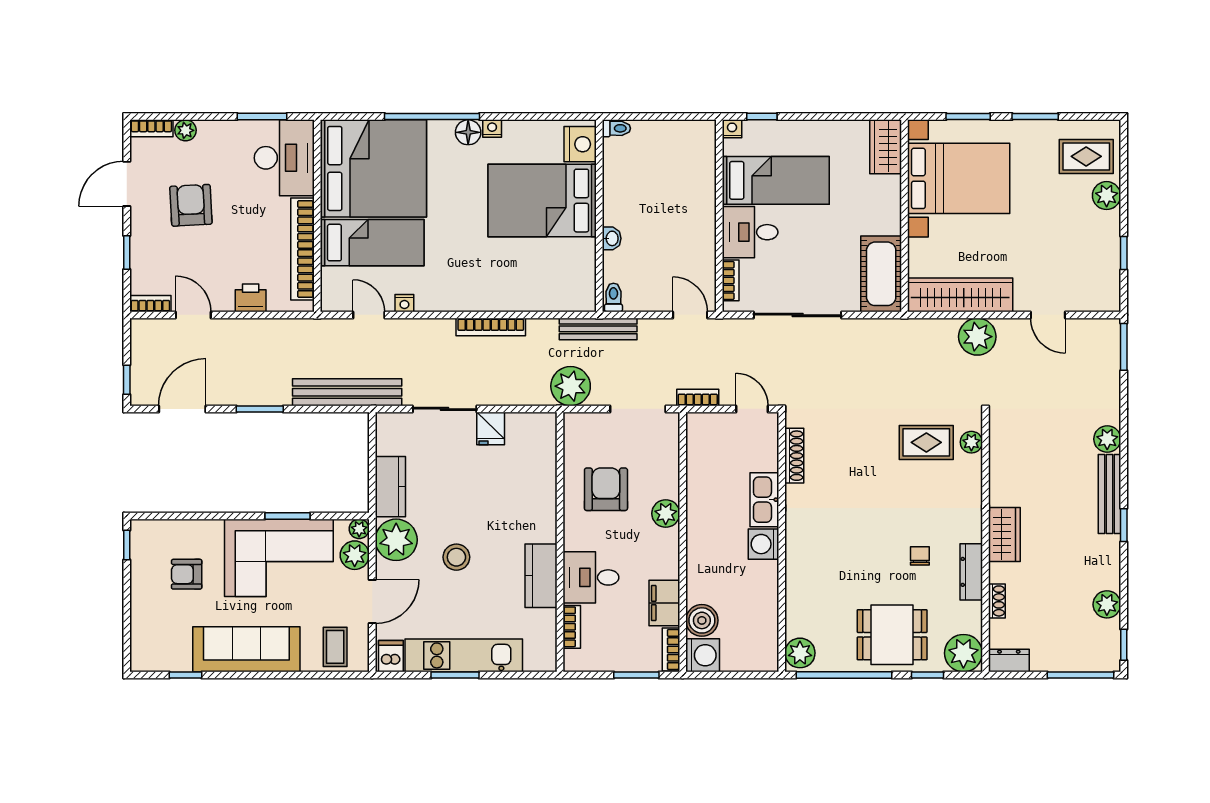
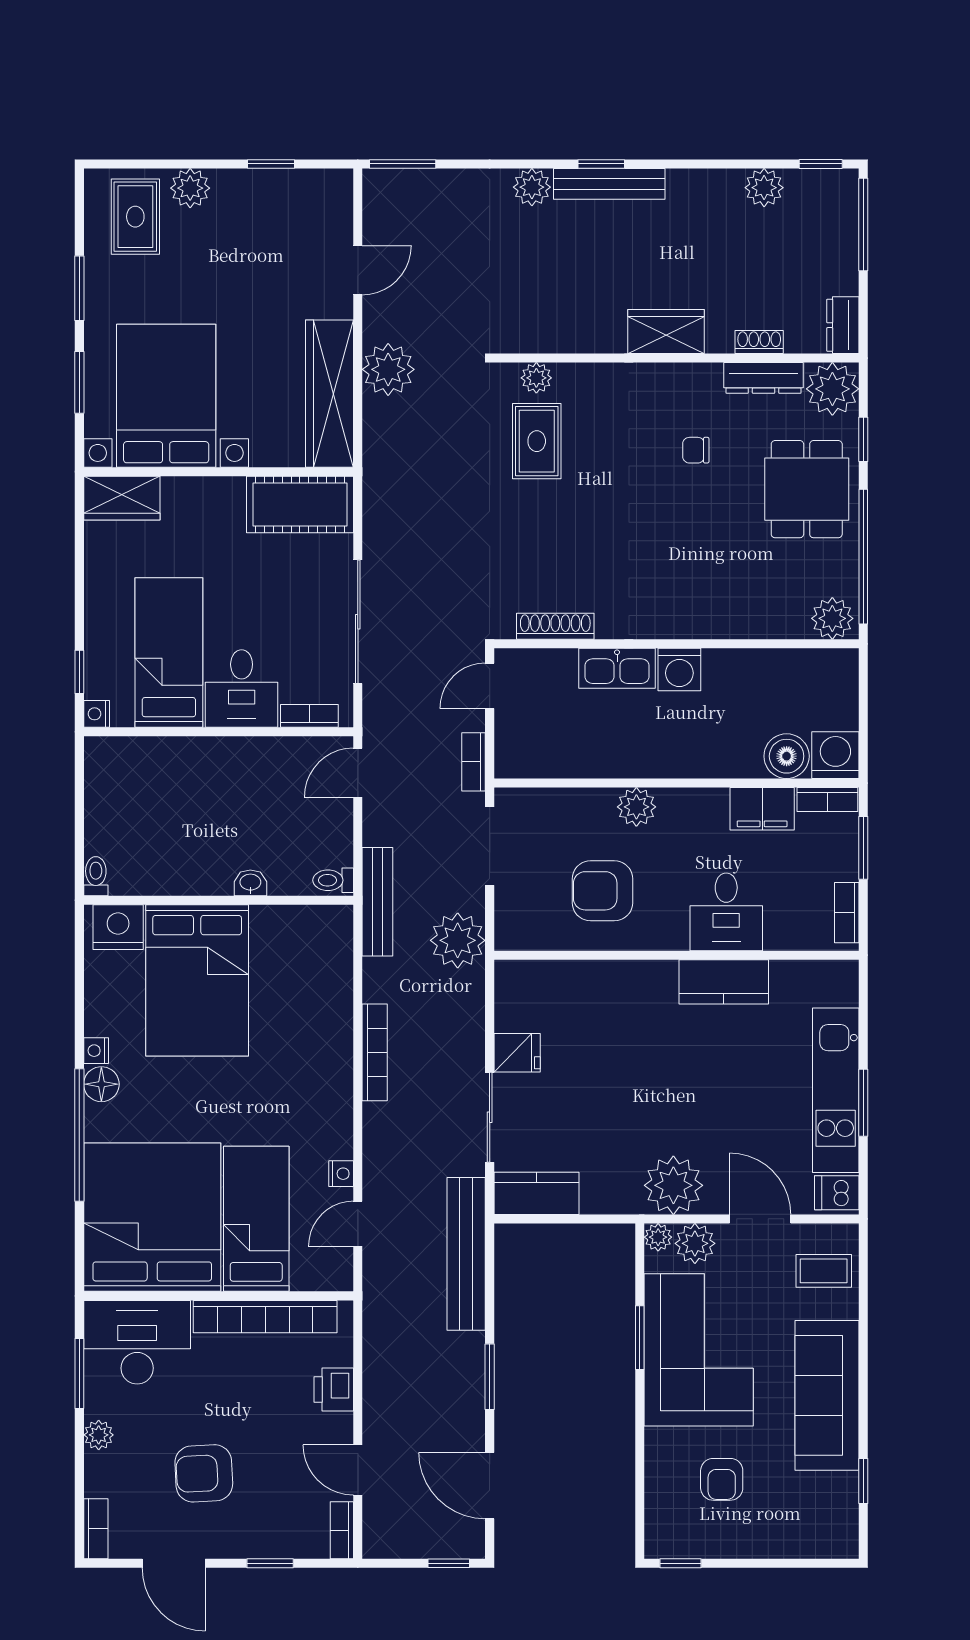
plant: (186, 130) -> (99, 1435), moved
door: (193, 315) -> (358, 1470), hinge flipped
kitchen counter: (390, 487) -> (536, 1193), moved
window: (1124, 525) -> (601, 164), moved
stool: (456, 557) -> (698, 1101), removed
dresser: (971, 572) -> (764, 378), moved
bookcase: (572, 627) -> (847, 913), moved, turned -90

